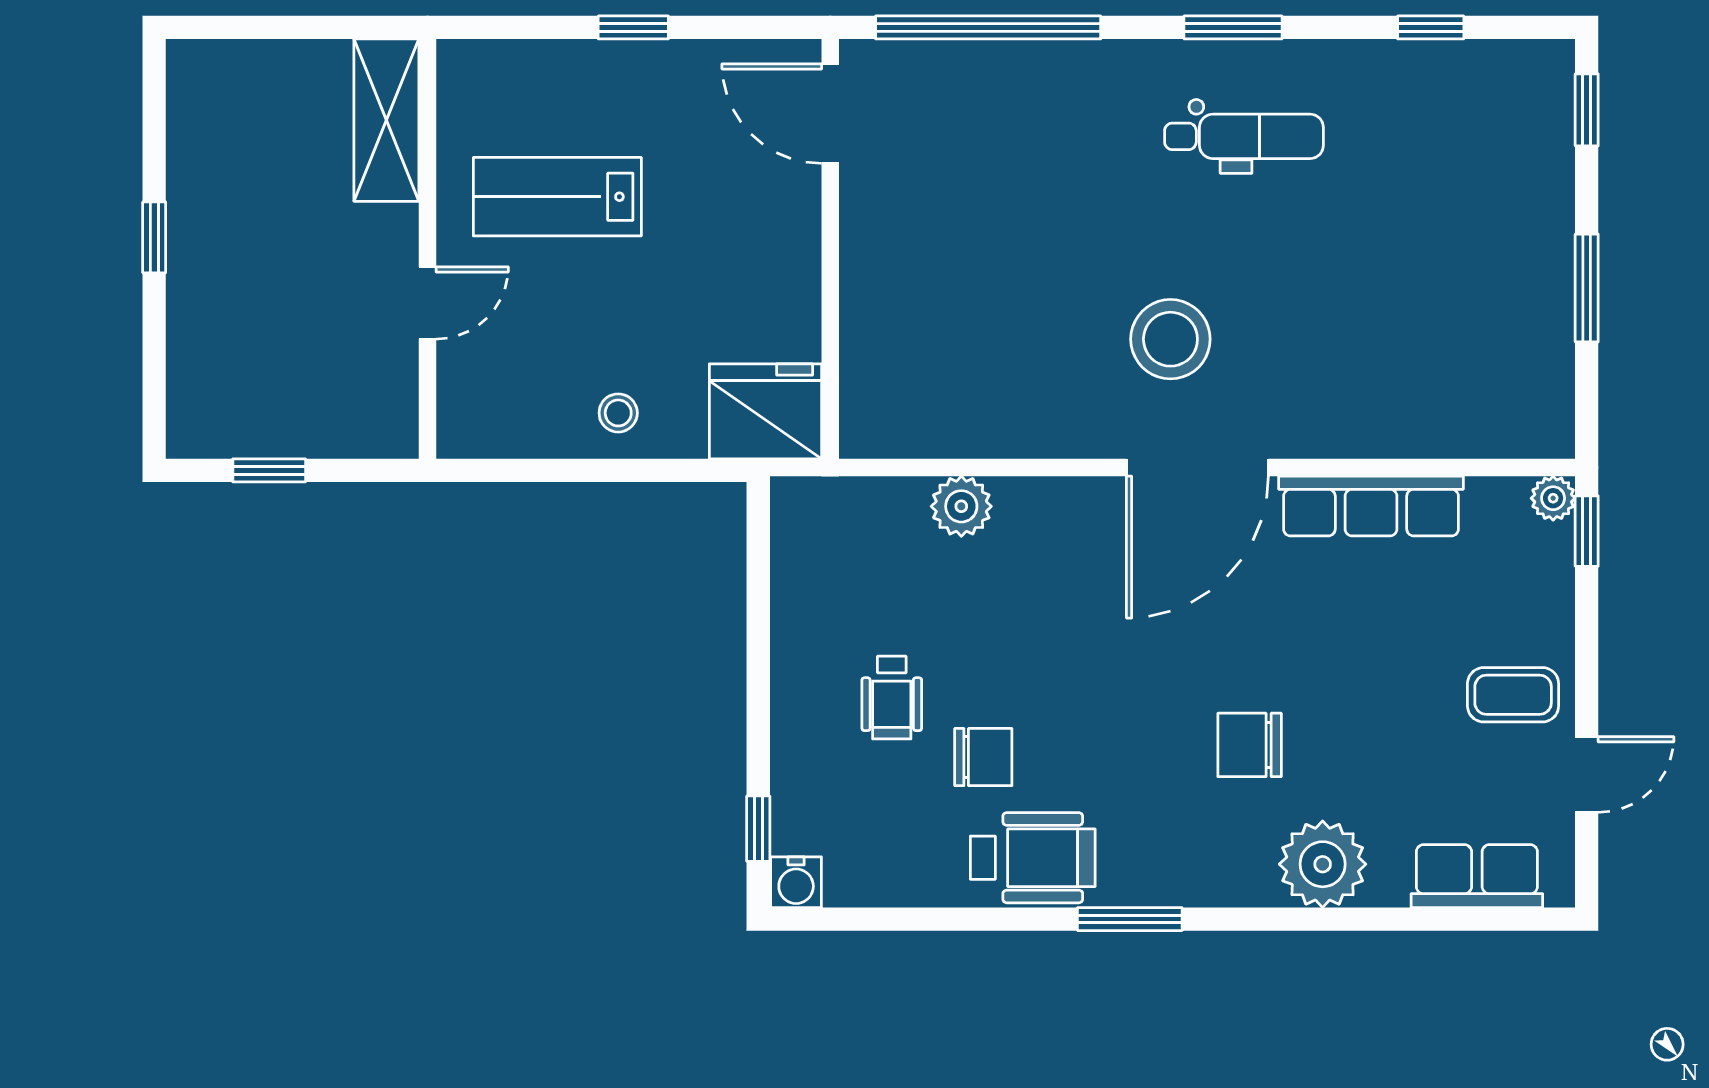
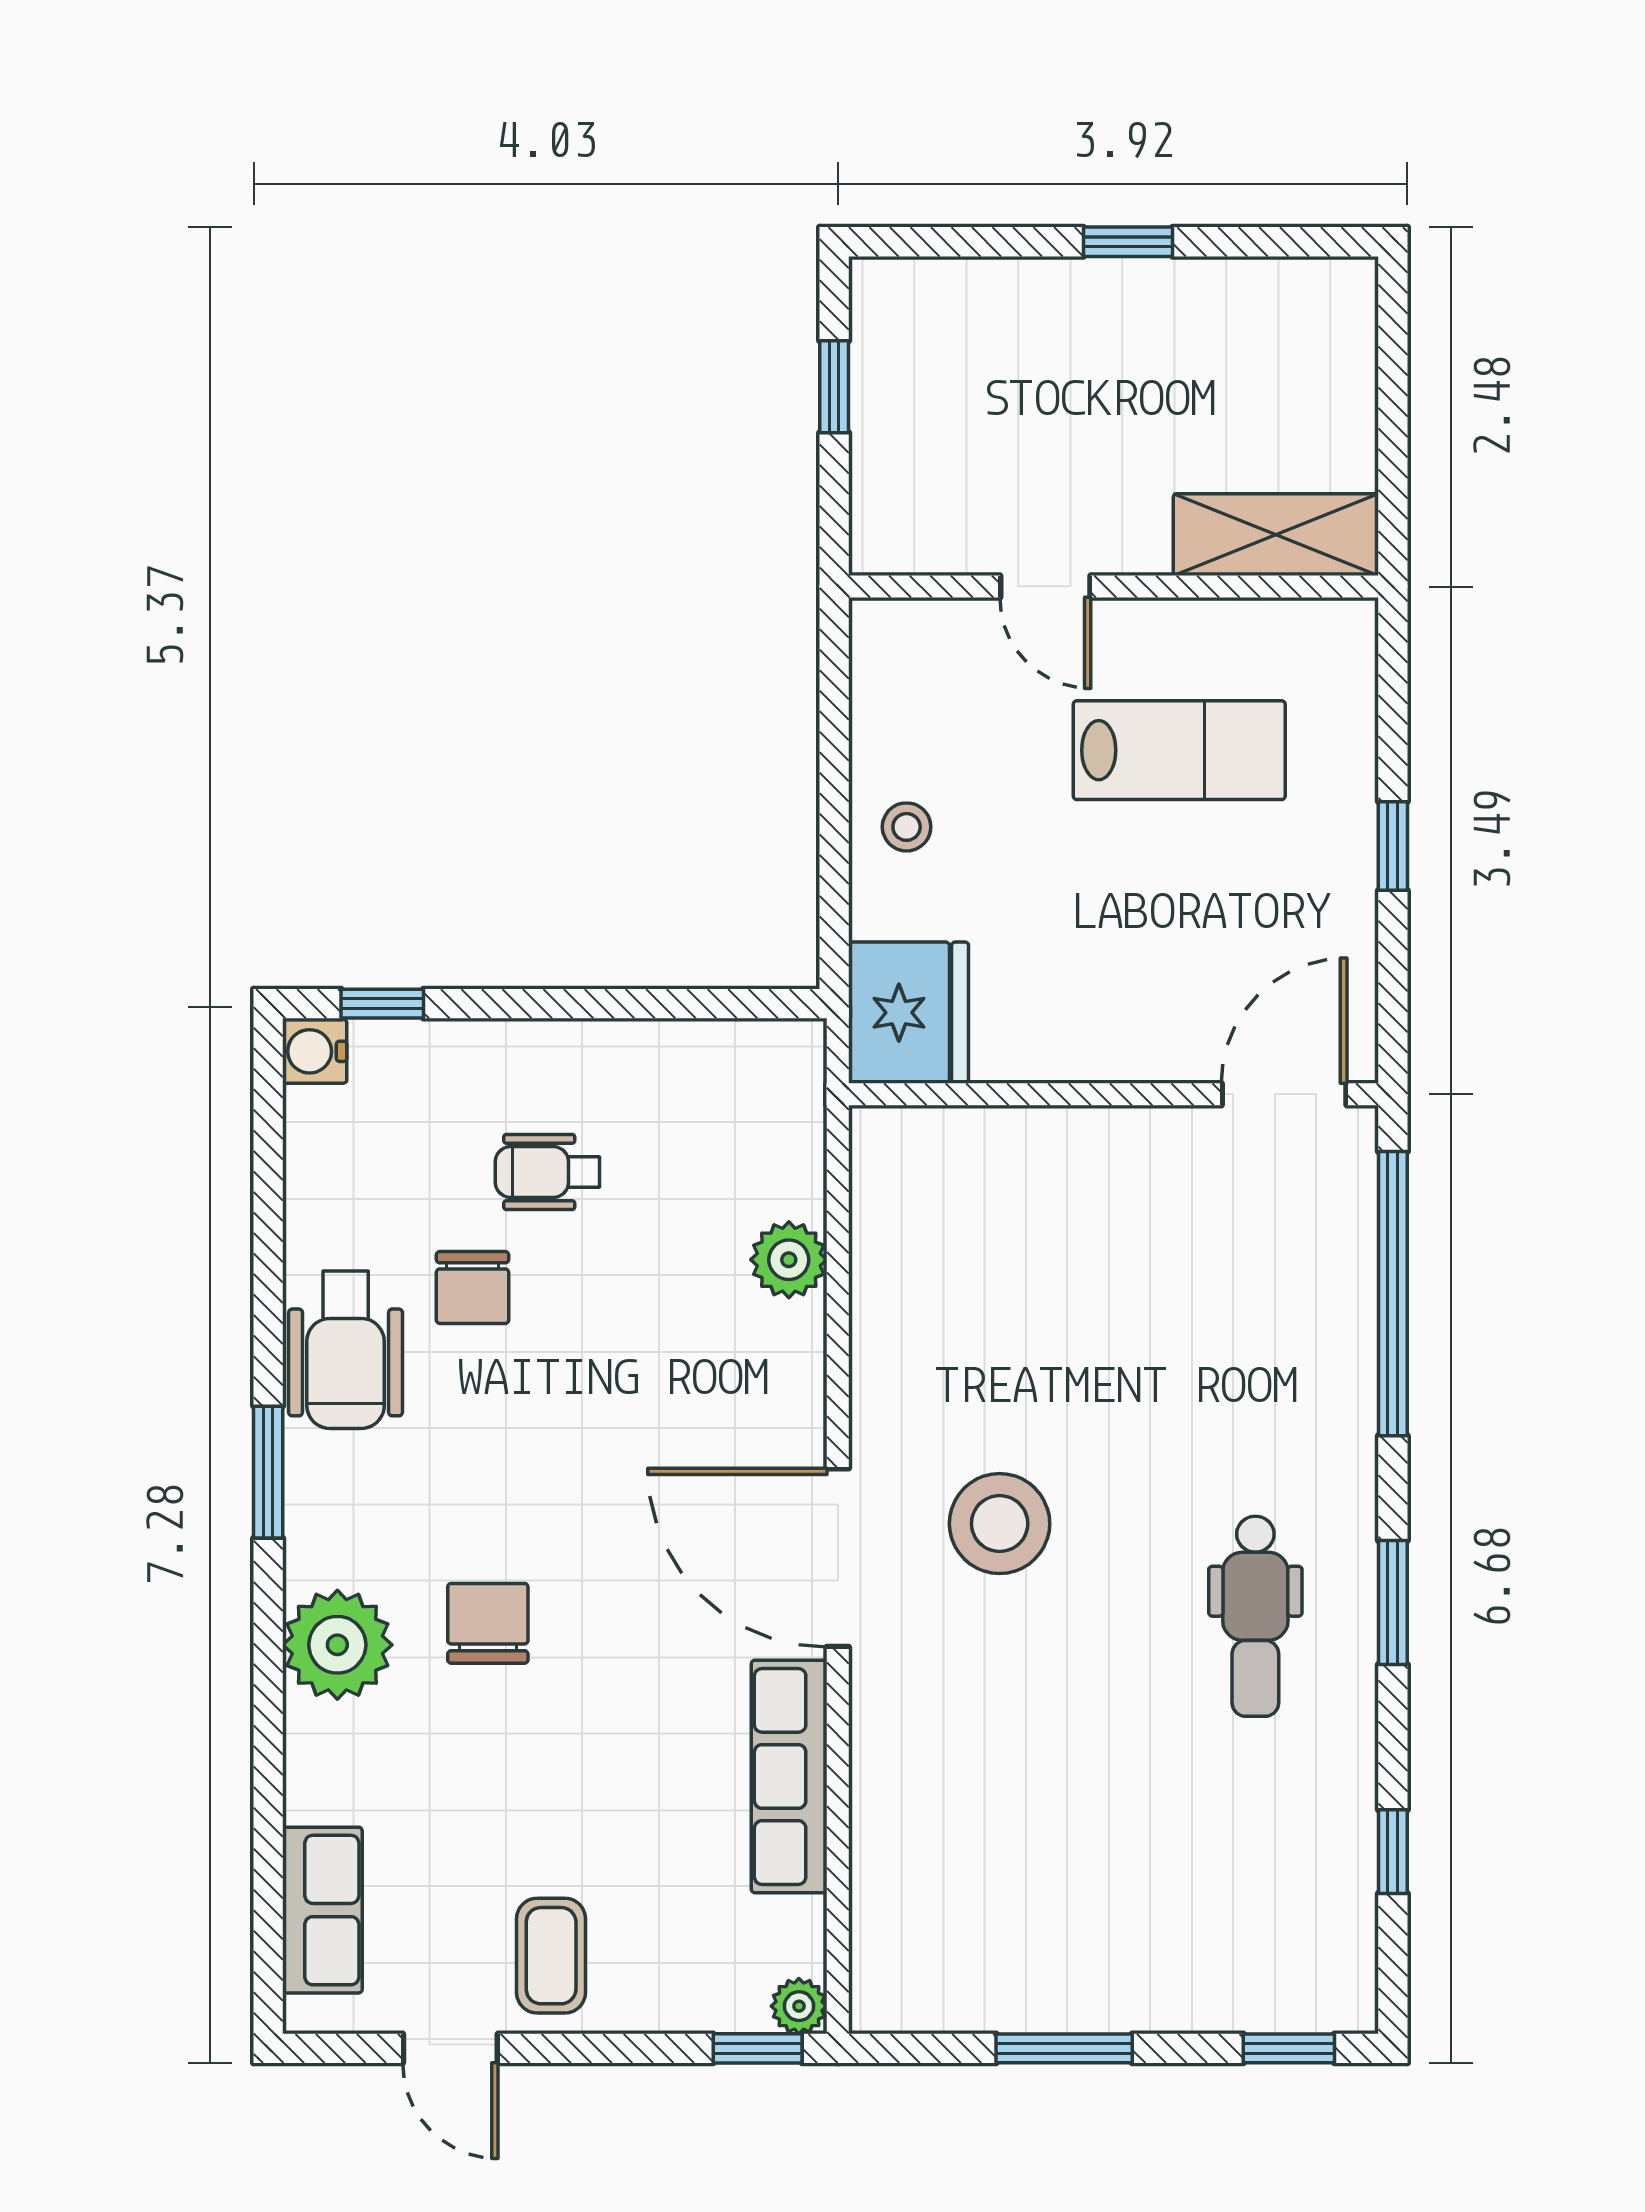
lab bench: (557, 197) -> (1179, 750), turned 90
plant: (1323, 864) -> (337, 1645), moved

